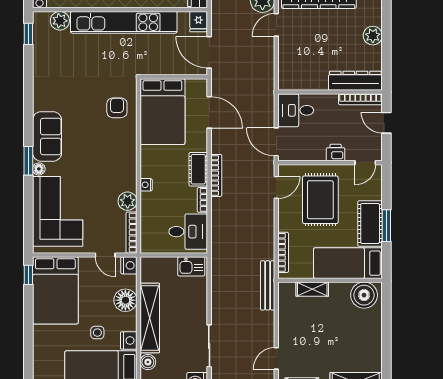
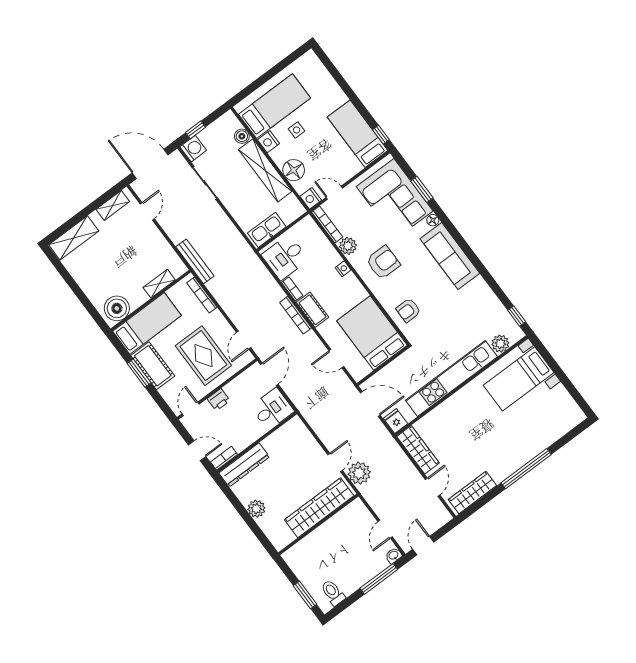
bookcase: (360, 99) -> (224, 458), width x0.64
armchair: (117, 108) -> (408, 310), turned 90
door: (209, 112) -> (336, 359), width x0.73
sofa: (47, 136) -> (450, 256), width x1.36
door: (276, 142) -> (269, 374), hinge flipped
window: (28, 161) -> (422, 189), moved
armchair: (108, 165) -> (383, 262), added
kitchen sink: (191, 266) -> (267, 230), width x1.38
bed: (55, 290) -> (358, 134), width x0.67

